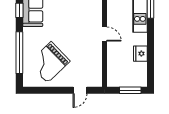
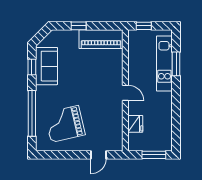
fridge: (140, 54) -> (135, 124), moved, turned 180
grand piano: (49, 62) -> (65, 124), turned 31

